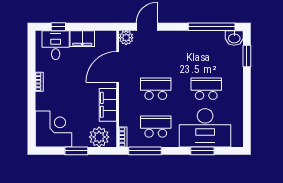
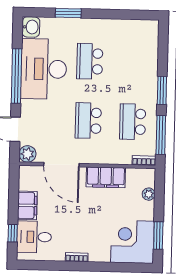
window: (212, 27) -> (16, 76), moved
window: (247, 56) -> (68, 13), moved
desk: (205, 128) -> (44, 69), moved, turned 180
plant: (99, 137) -> (149, 194), width x0.53, depth x0.53
window: (76, 151) -> (158, 235), moved
window: (202, 151) -> (162, 90), moved

